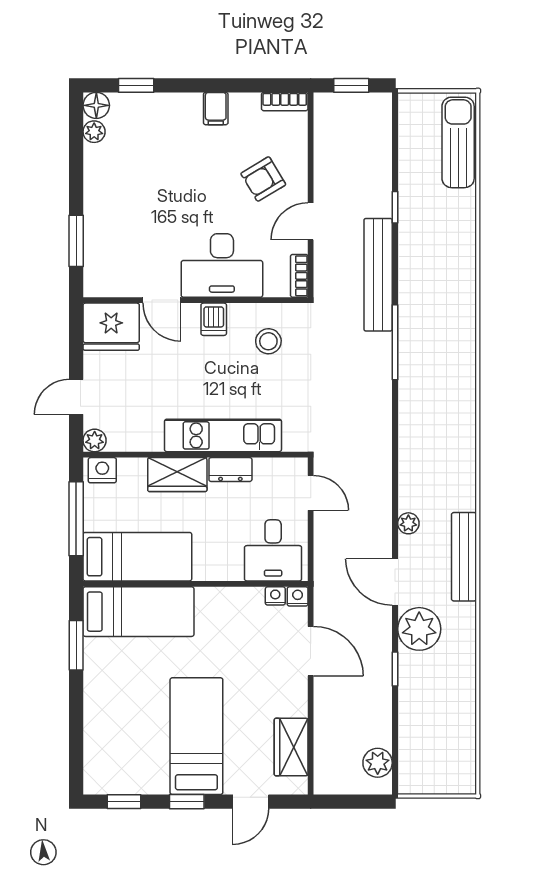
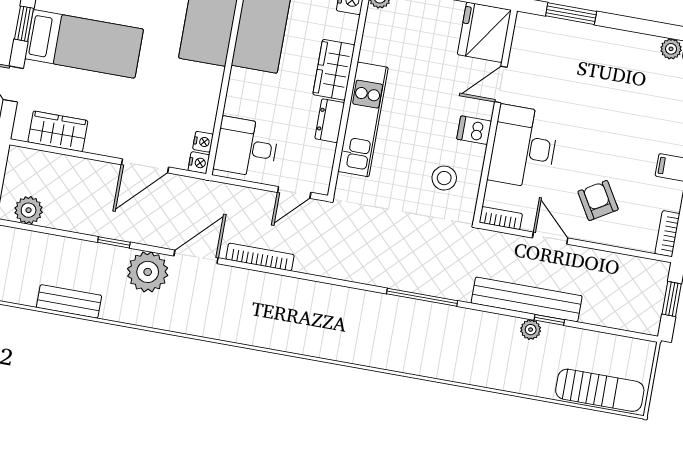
bench: (378, 275) -> (527, 299), moved
bookcase: (383, 516) -> (260, 257), added
plant: (408, 523) -> (531, 330), moved
bench: (464, 557) -> (69, 301), moved, width x0.73

